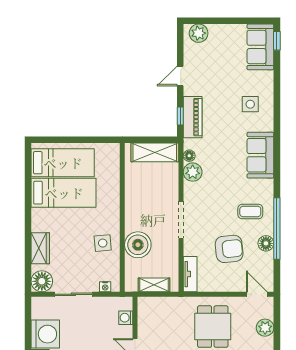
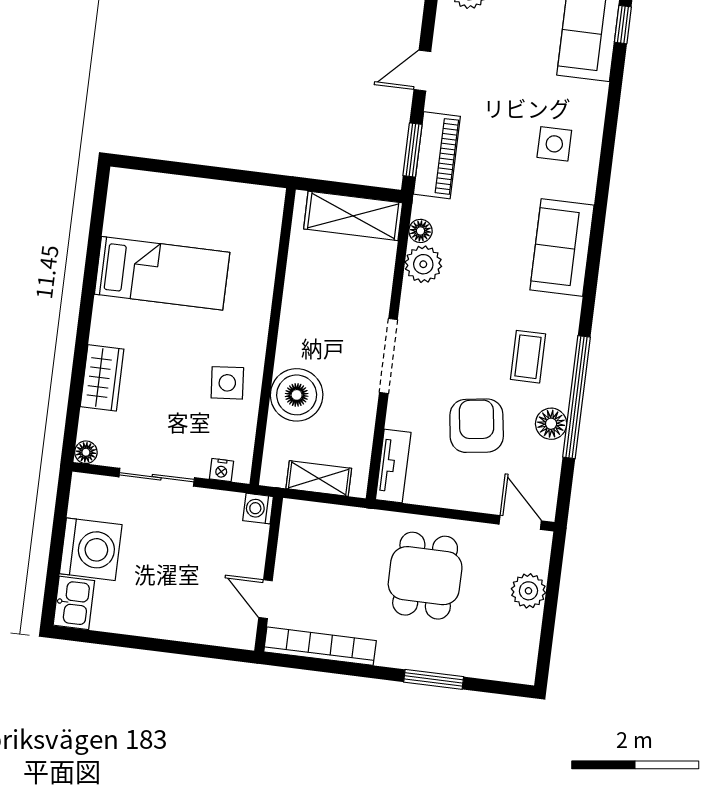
window: (180, 116) -> (412, 150), width x1.50
bed: (63, 163) -> (168, 214), removed
coffee table: (250, 211) -> (528, 357), turned 90
armchair: (229, 249) -> (477, 426), turned -92
floor lamp: (42, 281) -> (86, 452), width x0.53, depth x0.53
washing machine: (126, 318) -> (258, 509), moved

